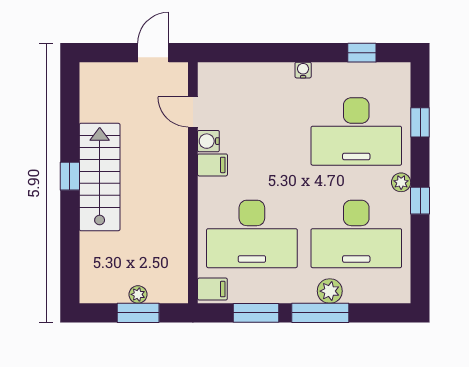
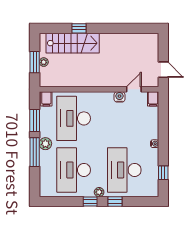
window: (420, 122) -> (115, 201), moved
filing cabinet: (212, 165) -> (153, 99), moved
window: (70, 176) -> (79, 28), moved
stairs: (100, 177) -> (73, 43), moved
plant: (330, 291) -> (45, 144), moved

